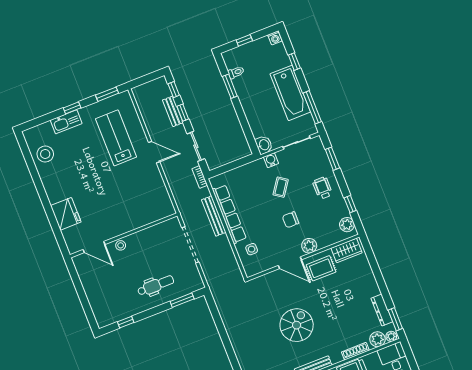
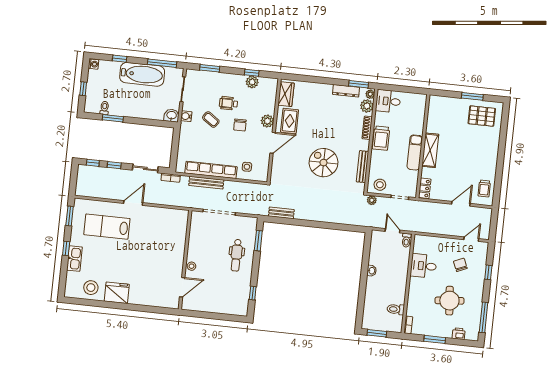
bench: (173, 111) -> (281, 213), moved
wheelchair: (323, 188) -> (228, 103), moved
fridge: (66, 214) -> (117, 293), moved
plant: (347, 225) -> (252, 82), moved
dental chair: (156, 285) -> (236, 255), turned 180

